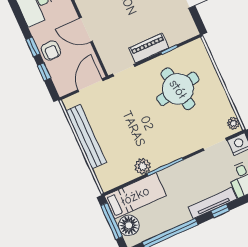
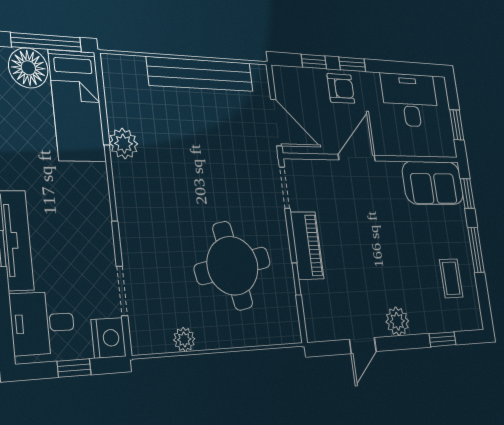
armchair: (51, 51) -> (341, 88), turned 180
plant: (233, 123) -> (184, 339), moved

